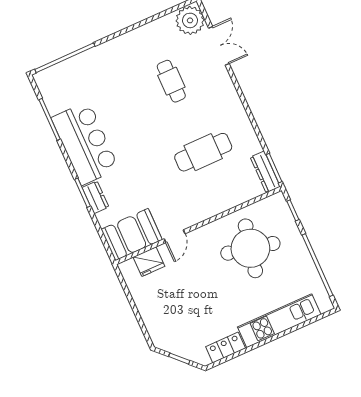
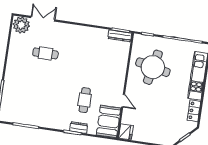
bar counter: (85, 143) -> (49, 116), removed
cafe table: (203, 152) -> (85, 100), moved, width x0.73, depth x0.74
fridge: (149, 262) -> (126, 132), moved

